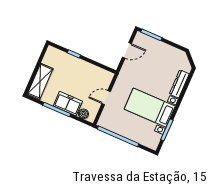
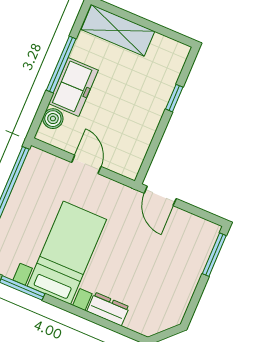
door: (127, 50) -> (160, 196), moved
dresser: (179, 84) -> (108, 309), width x0.70

